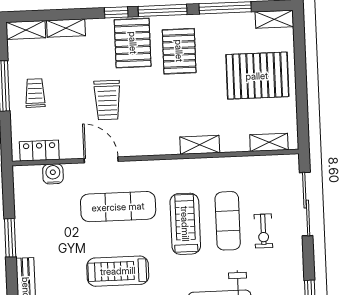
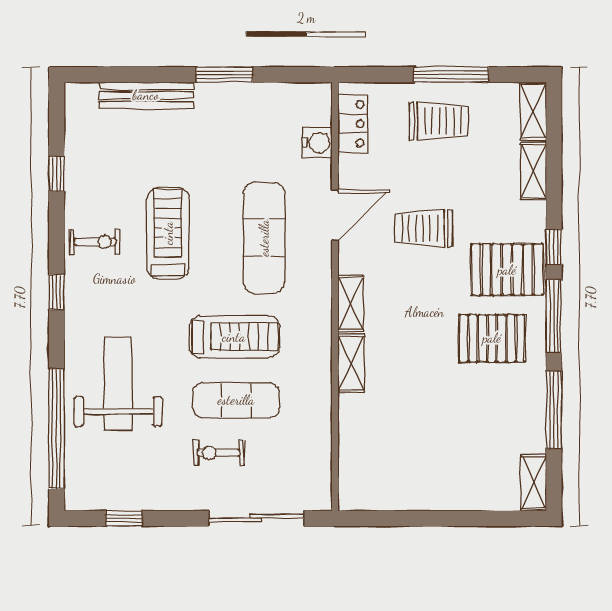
pallet: (257, 76) -> (451, 454), removed
trolley: (35, 93) -> (439, 121), width x1.36, depth x1.39
shelving: (269, 142) -> (351, 304), moved

